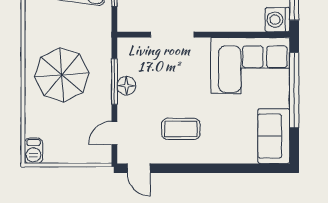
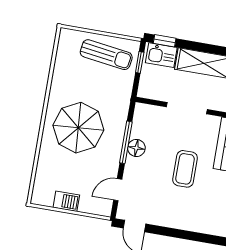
coffee table: (181, 129) -> (185, 169), moved, turned 90
barbecue: (33, 151) -> (66, 201), moved, turned -90

